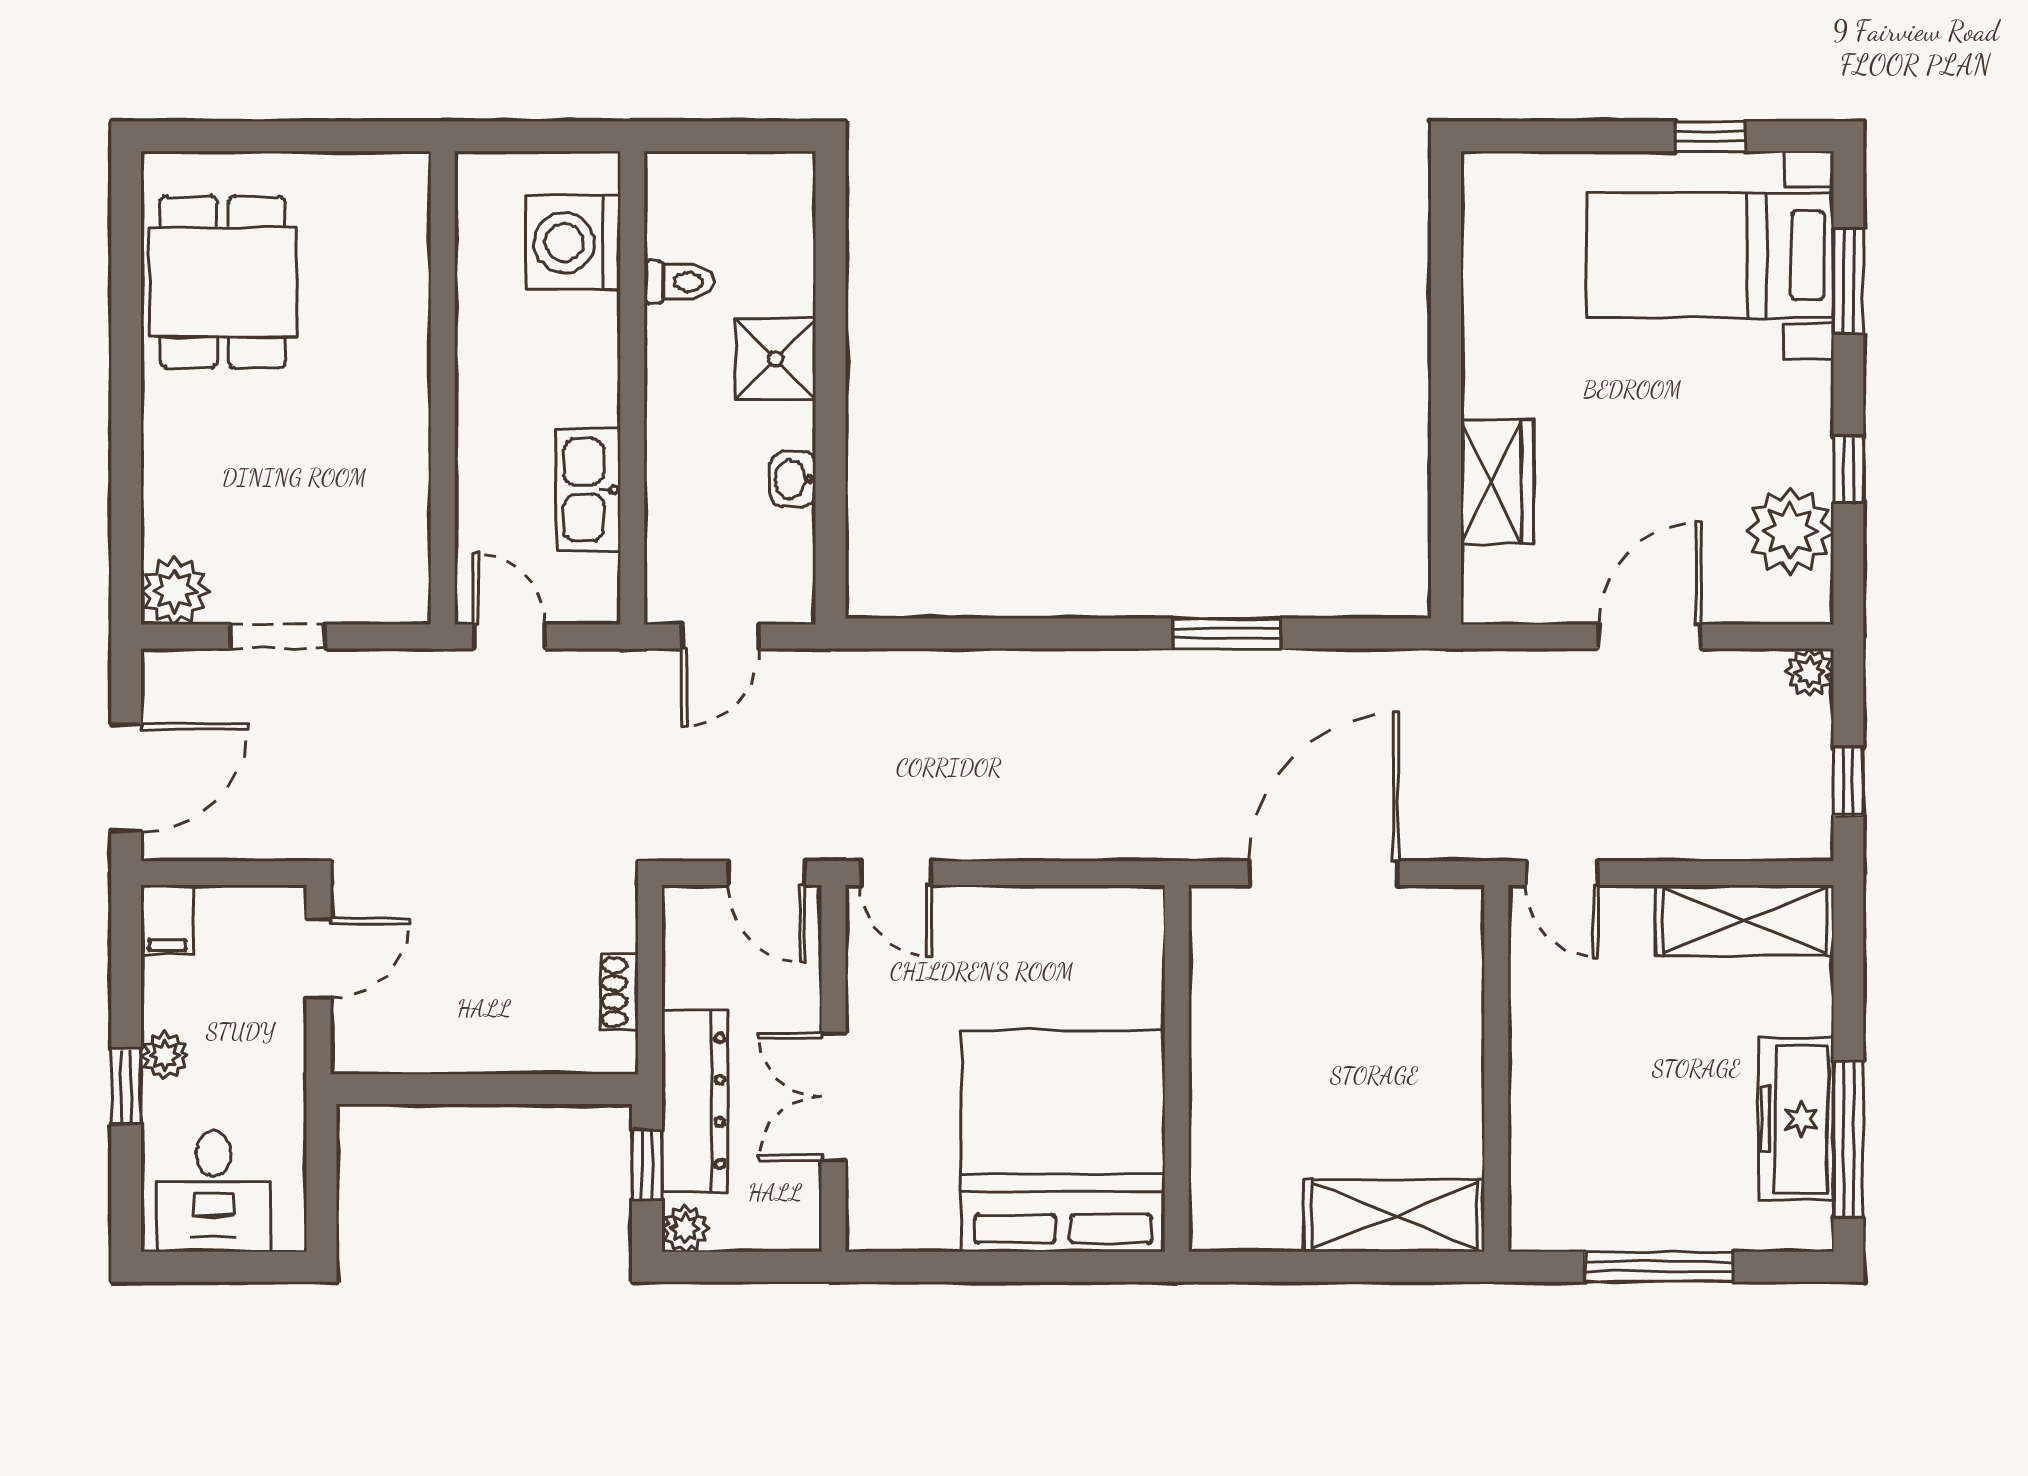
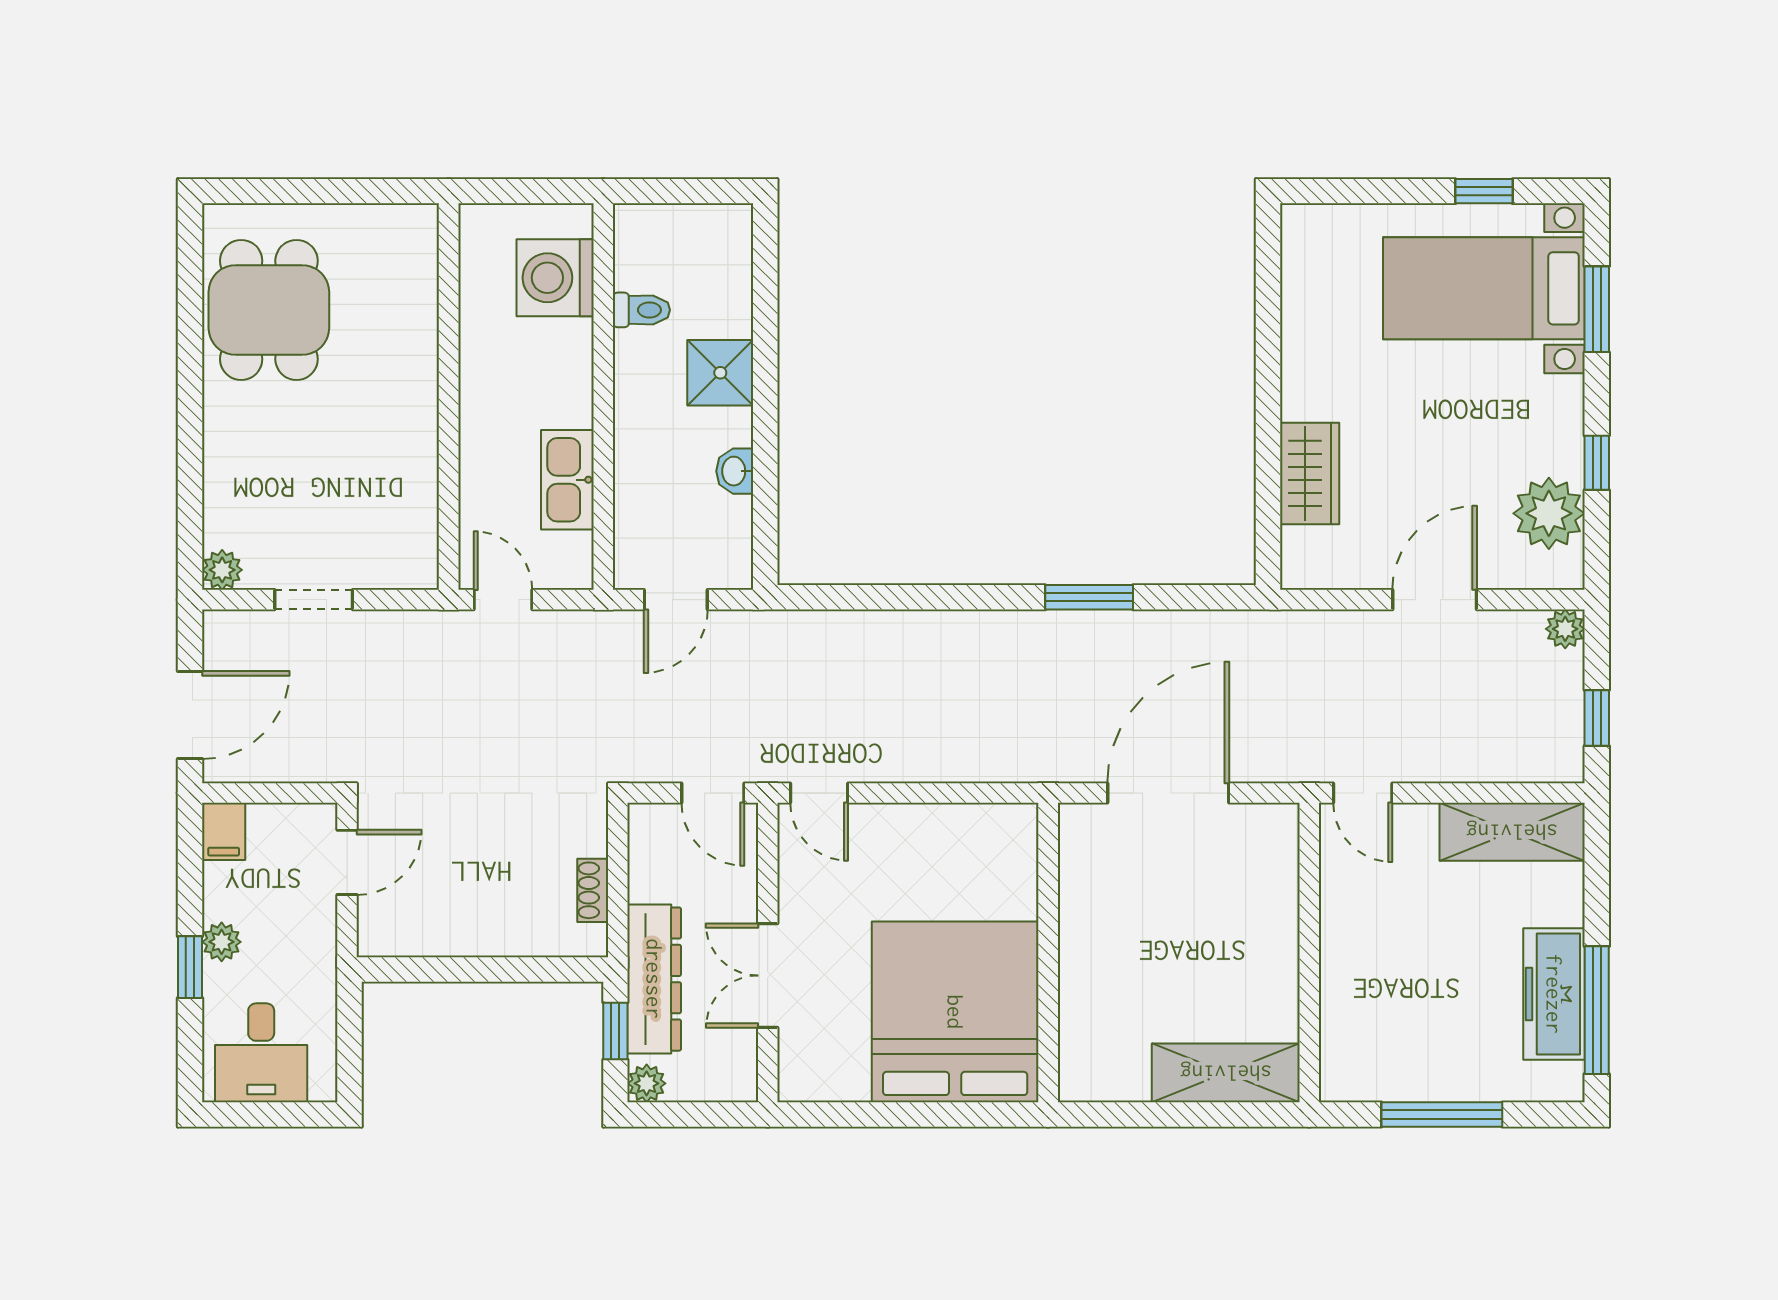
plant: (175, 591) -> (222, 570), width x0.73, depth x0.73

